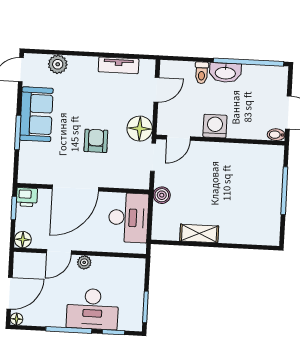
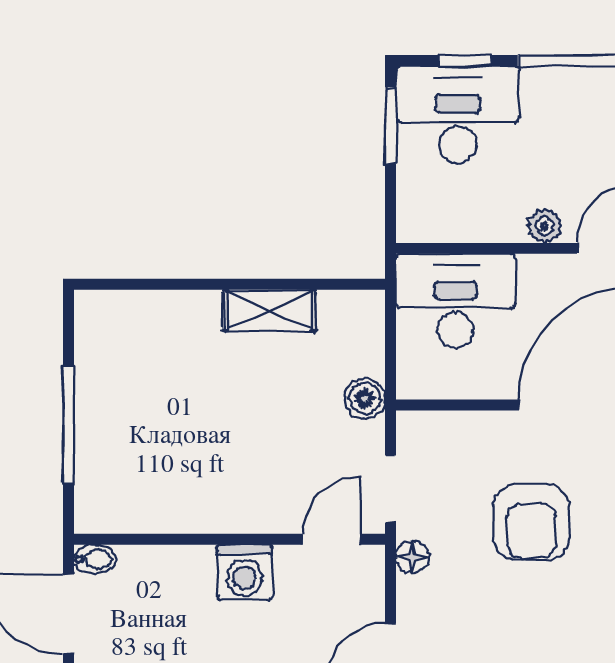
floor lamp: (140, 129) -> (412, 557), width x0.53, depth x0.53
armchair: (96, 141) -> (531, 522), width x1.38, depth x1.38
desk: (128, 218) -> (456, 301), moved, turned 90
desk: (92, 309) -> (458, 114), moved

